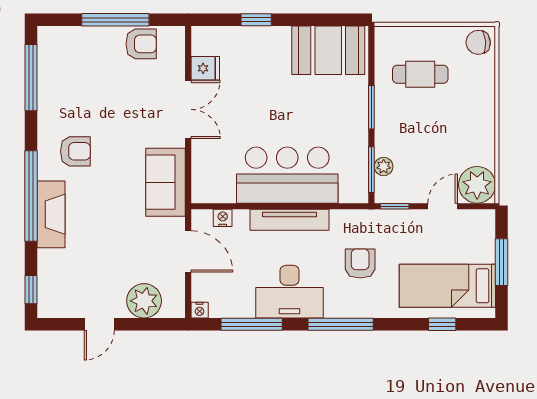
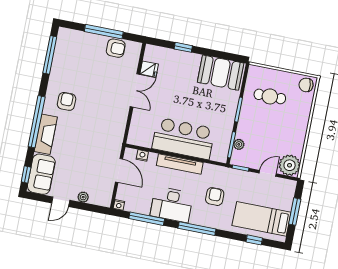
armchair: (75, 151) -> (67, 101), turned -90
sofa: (165, 182) -> (41, 174), moved, turned 180
plant: (144, 301) -> (83, 197), width x0.53, depth x0.53

